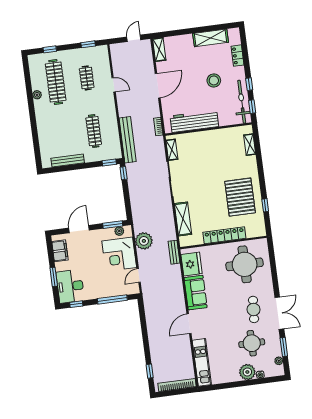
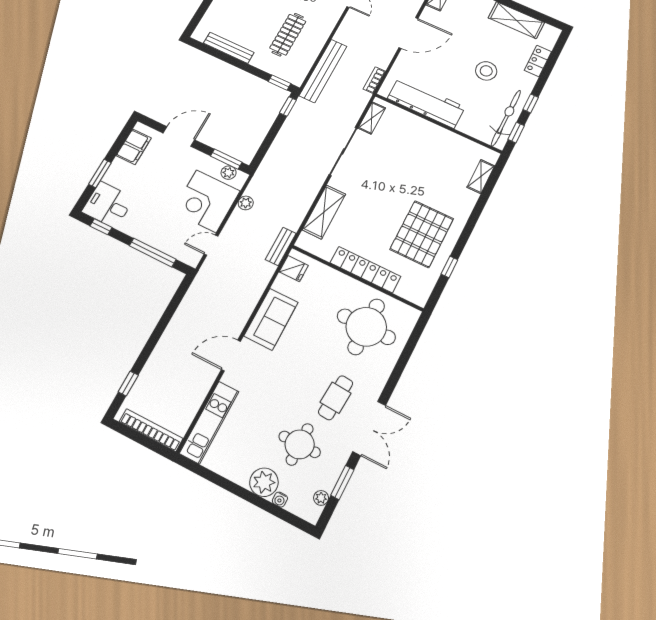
plant: (144, 241) -> (246, 203), width x0.53, depth x0.53
fridge: (192, 264) -> (294, 269), width x0.53, depth x0.75
desk: (70, 286) -> (108, 205), width x0.73

